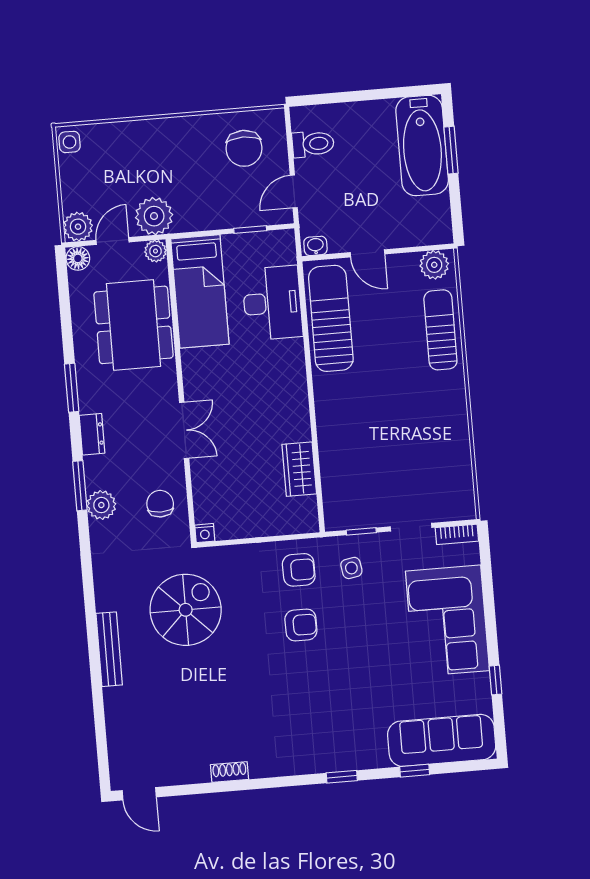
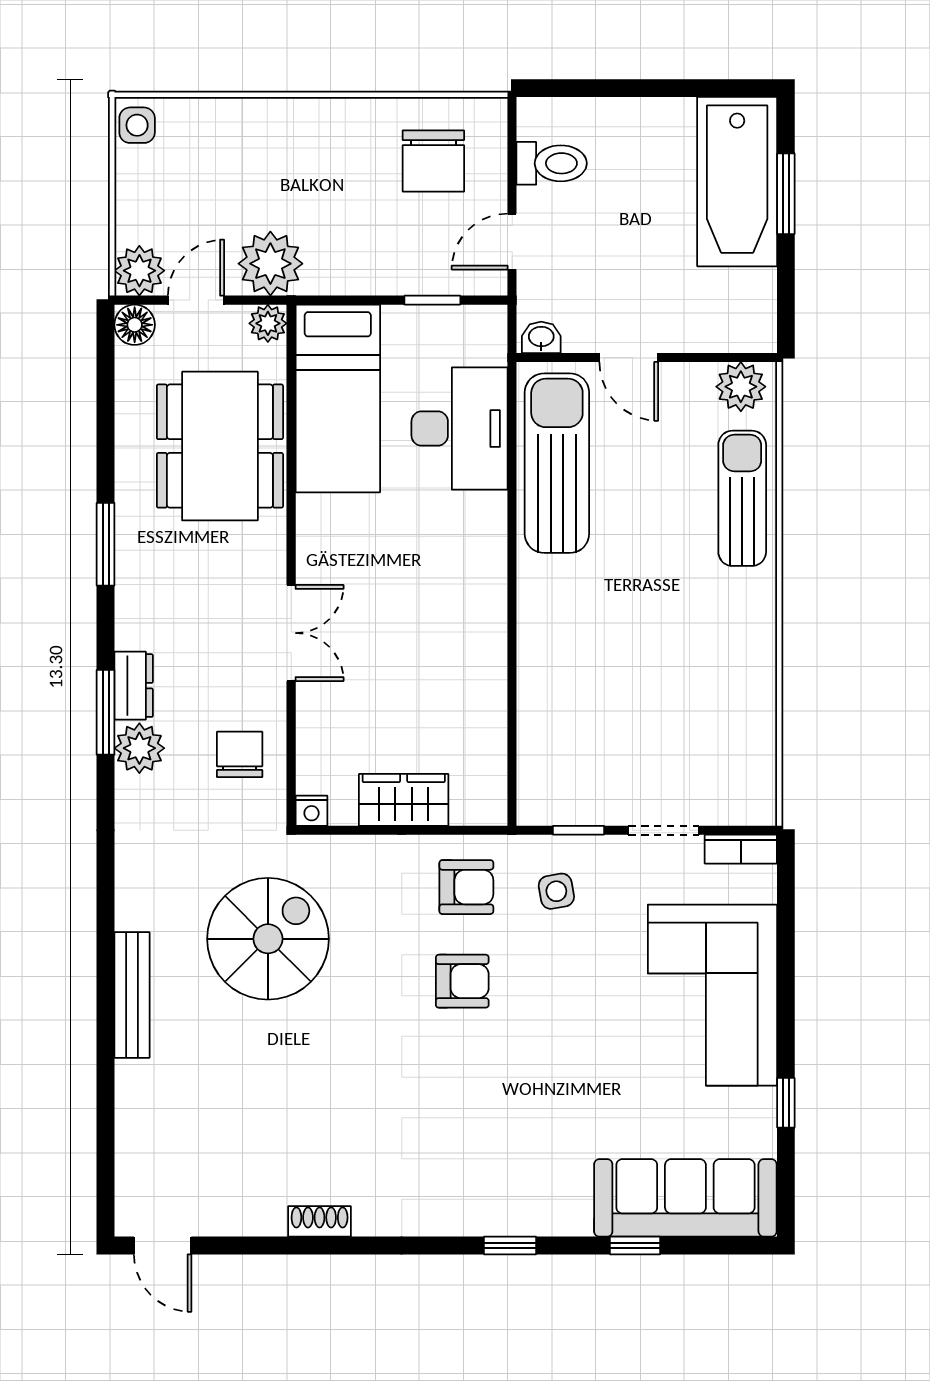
dresser: (92, 434) -> (134, 686), moved
wardrobe: (299, 469) -> (404, 800), moved, turned 90

